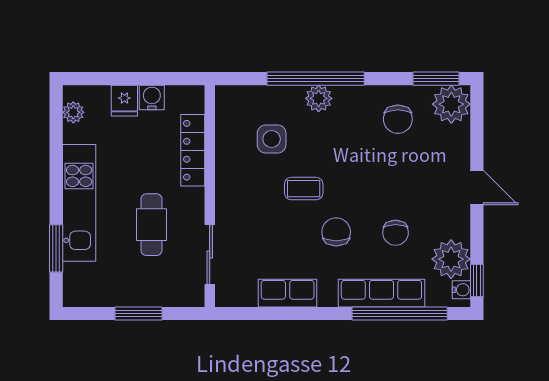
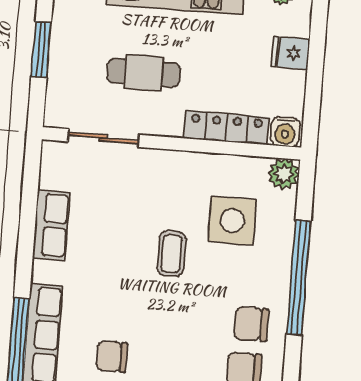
water cooler: (152, 97) -> (285, 132), moved, turned 90
plant: (319, 98) -> (284, 174), moved
side table: (272, 139) -> (232, 221), width x1.37, depth x1.37
chair: (336, 232) -> (251, 324), moved, turned 180

